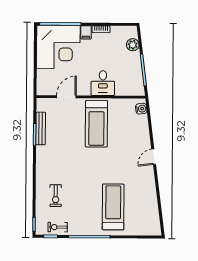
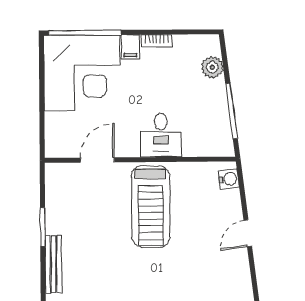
bench: (41, 128) -> (53, 264), moved
door: (154, 157) -> (248, 233), moved

